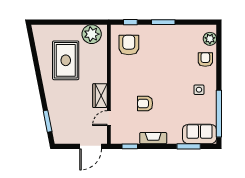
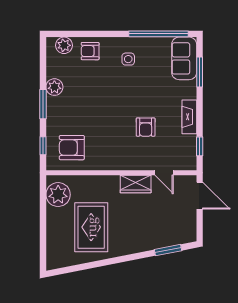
plant: (177, 31) -> (54, 87), added
rug: (66, 60) -> (91, 227), turned 90

